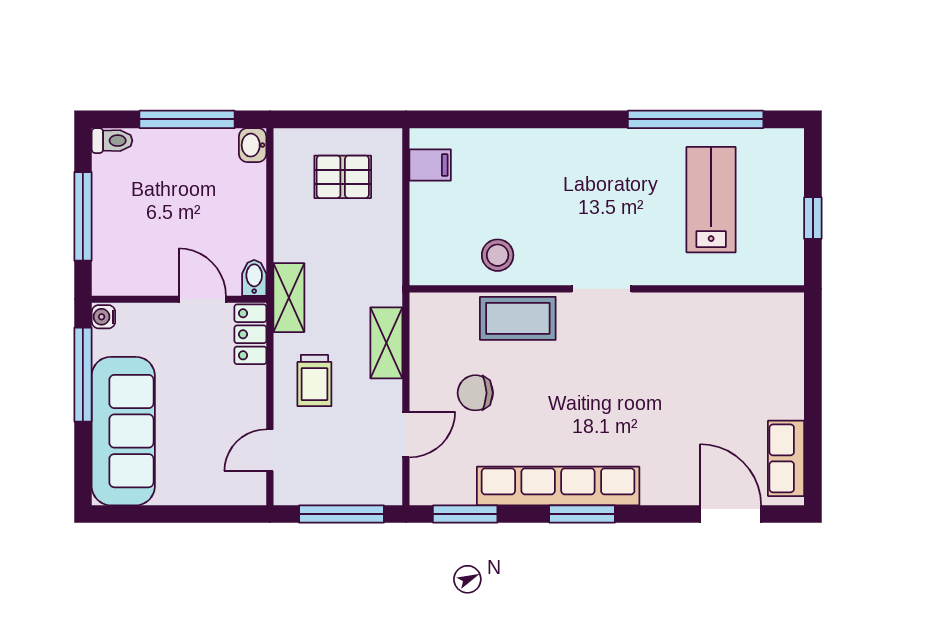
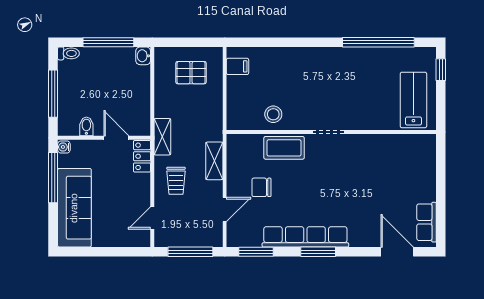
lab bench: (711, 200) -> (413, 100), moved
window: (813, 218) -> (441, 70), moved
bidet: (254, 278) -> (86, 126), moved

